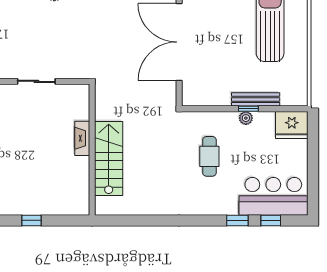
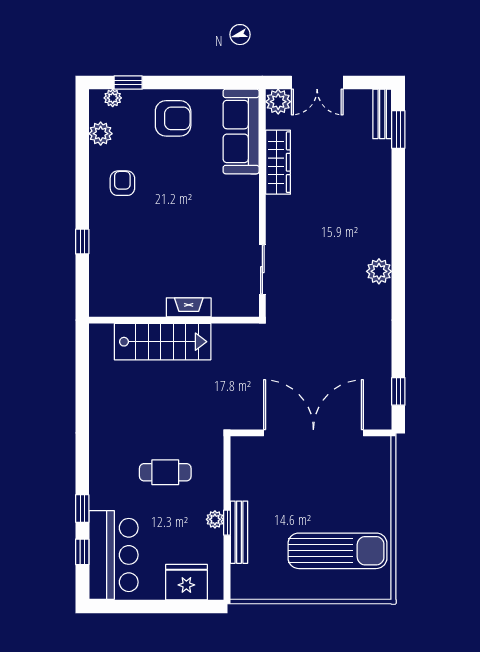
sliding door: (36, 81) -> (262, 270), moved
fridge: (292, 125) -> (186, 582), moved, turned 90

